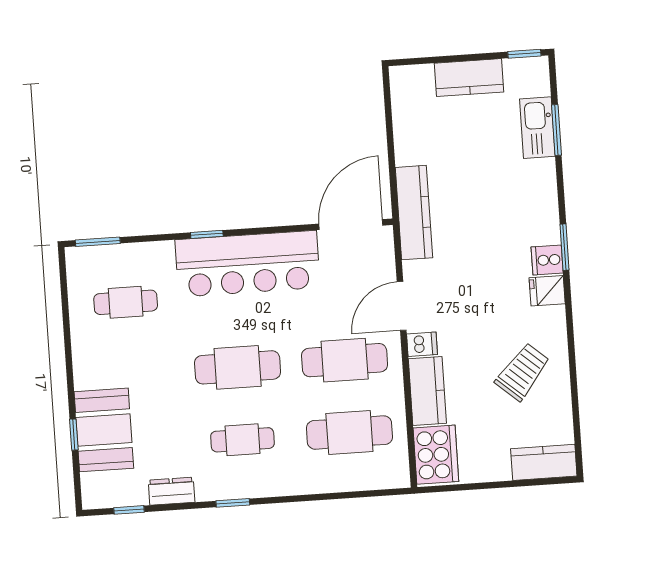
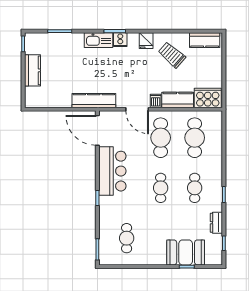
kitchen sink: (537, 128) -> (99, 40), moved
bar counter: (248, 264) -> (112, 171), width x0.73
fridge: (547, 291) -> (146, 41), moved
cafe table: (238, 367) -> (161, 188), width x0.73, depth x0.74
kitchen counter: (544, 462) -> (205, 40), moved, turned -90

